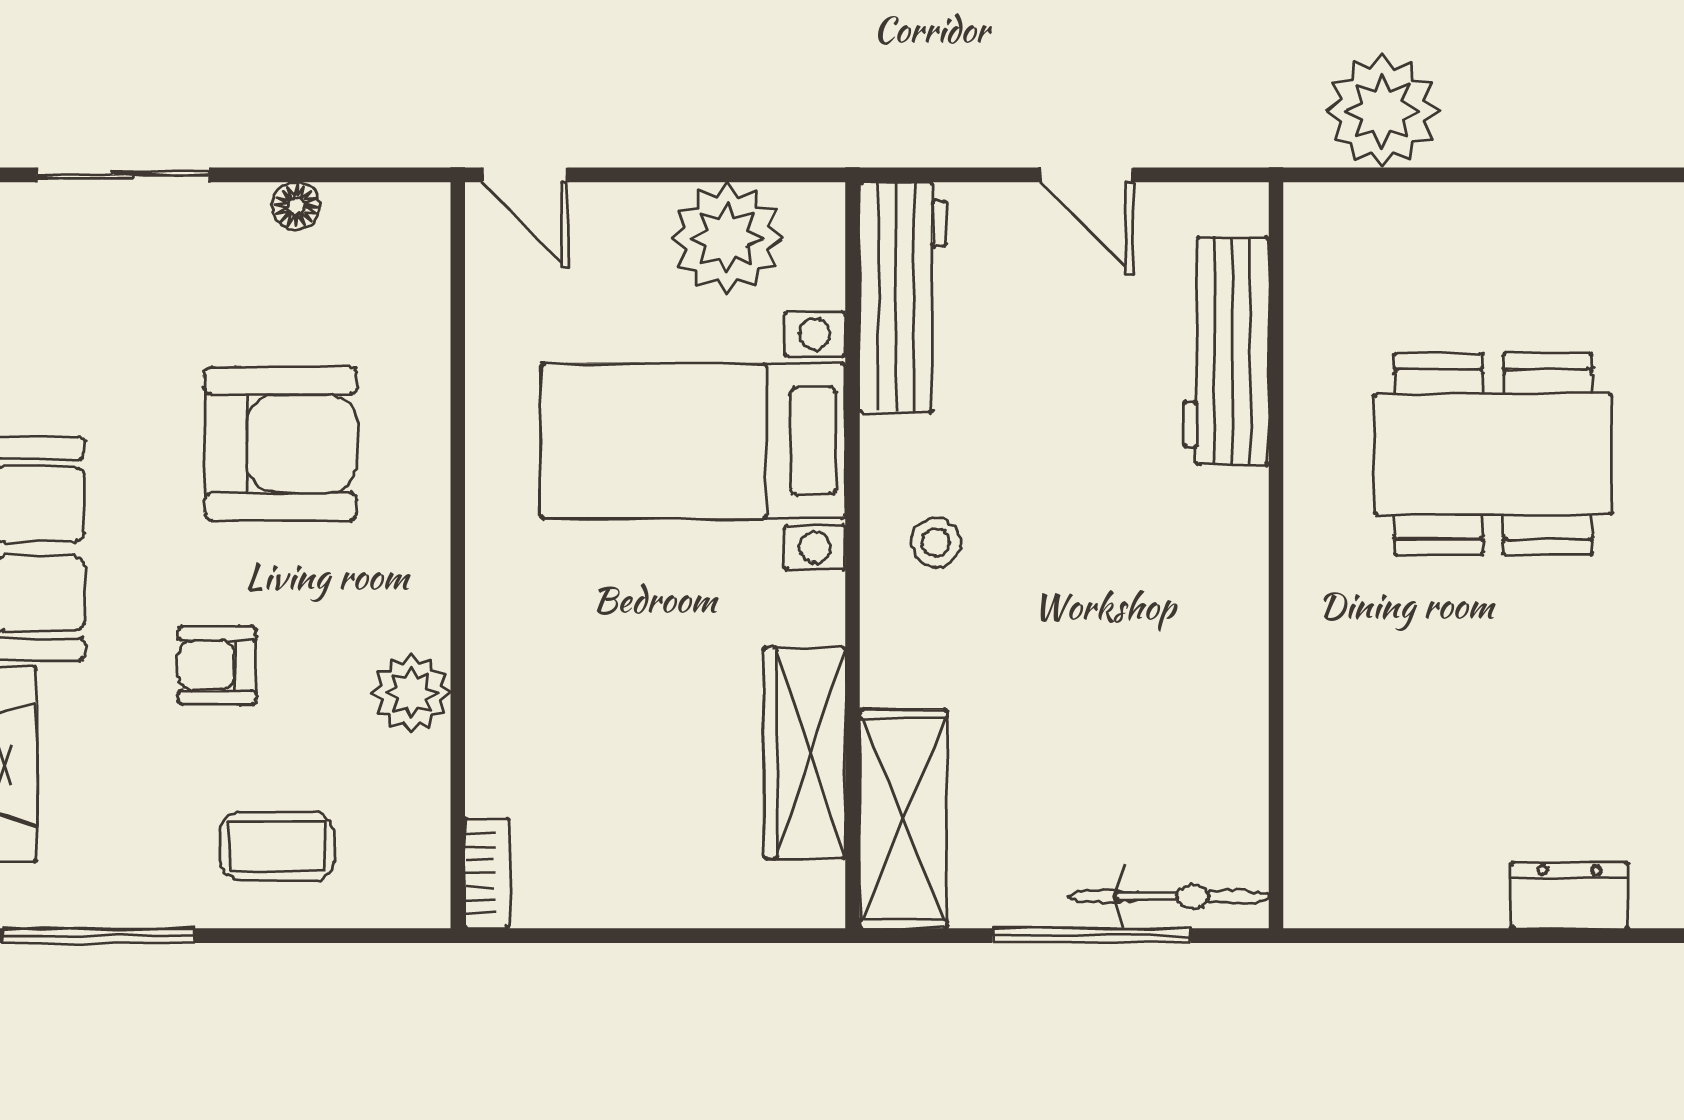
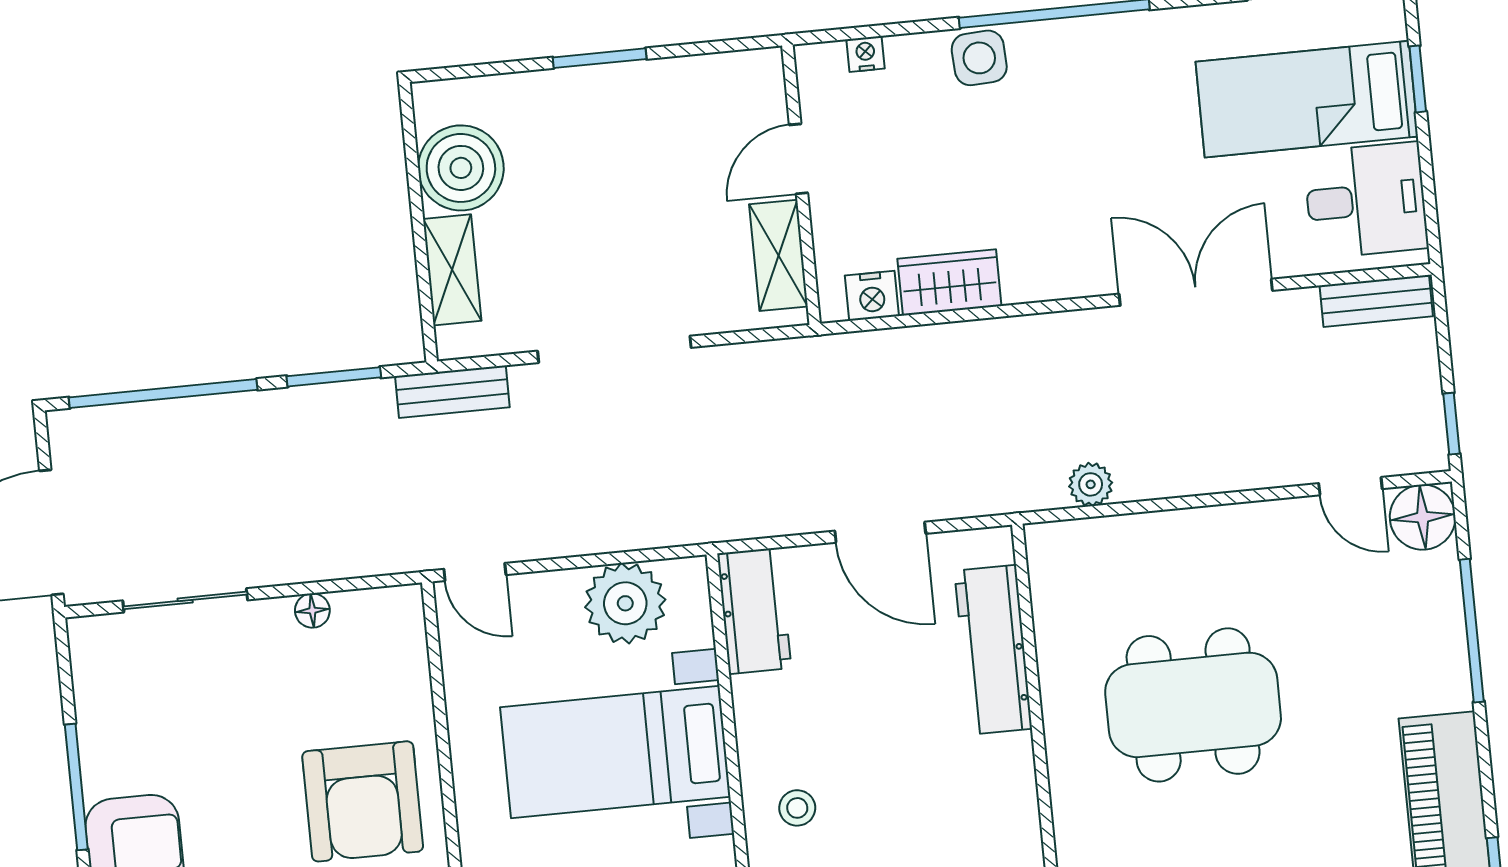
plant: (1382, 111) -> (1091, 484), width x0.53, depth x0.53
door: (1087, 175) -> (880, 532), width x1.38
workbench: (903, 297) -> (754, 611), width x0.73
armchair: (281, 444) -> (363, 801), moved, turned 90

